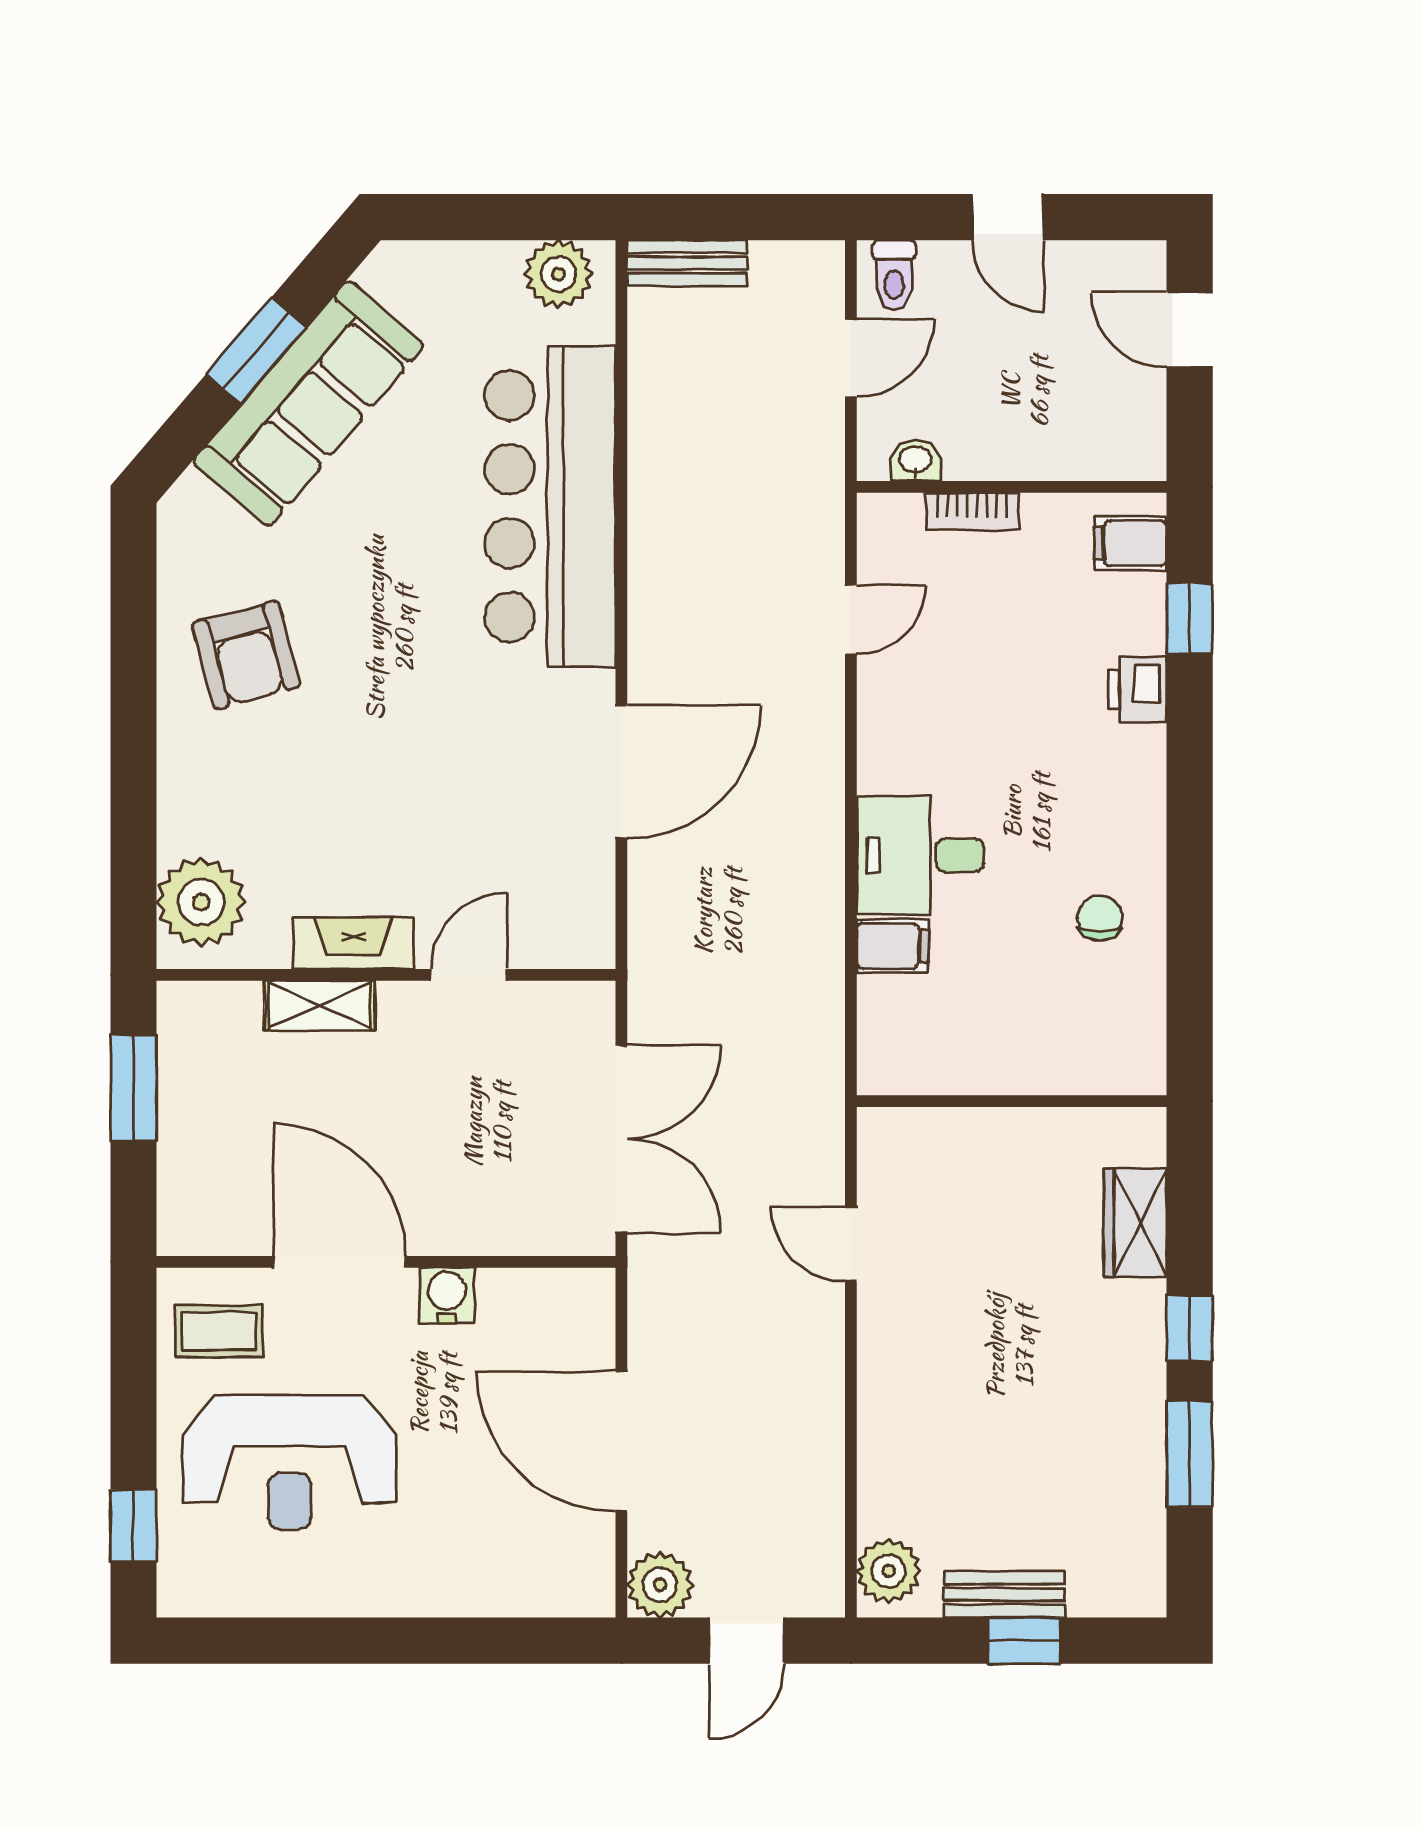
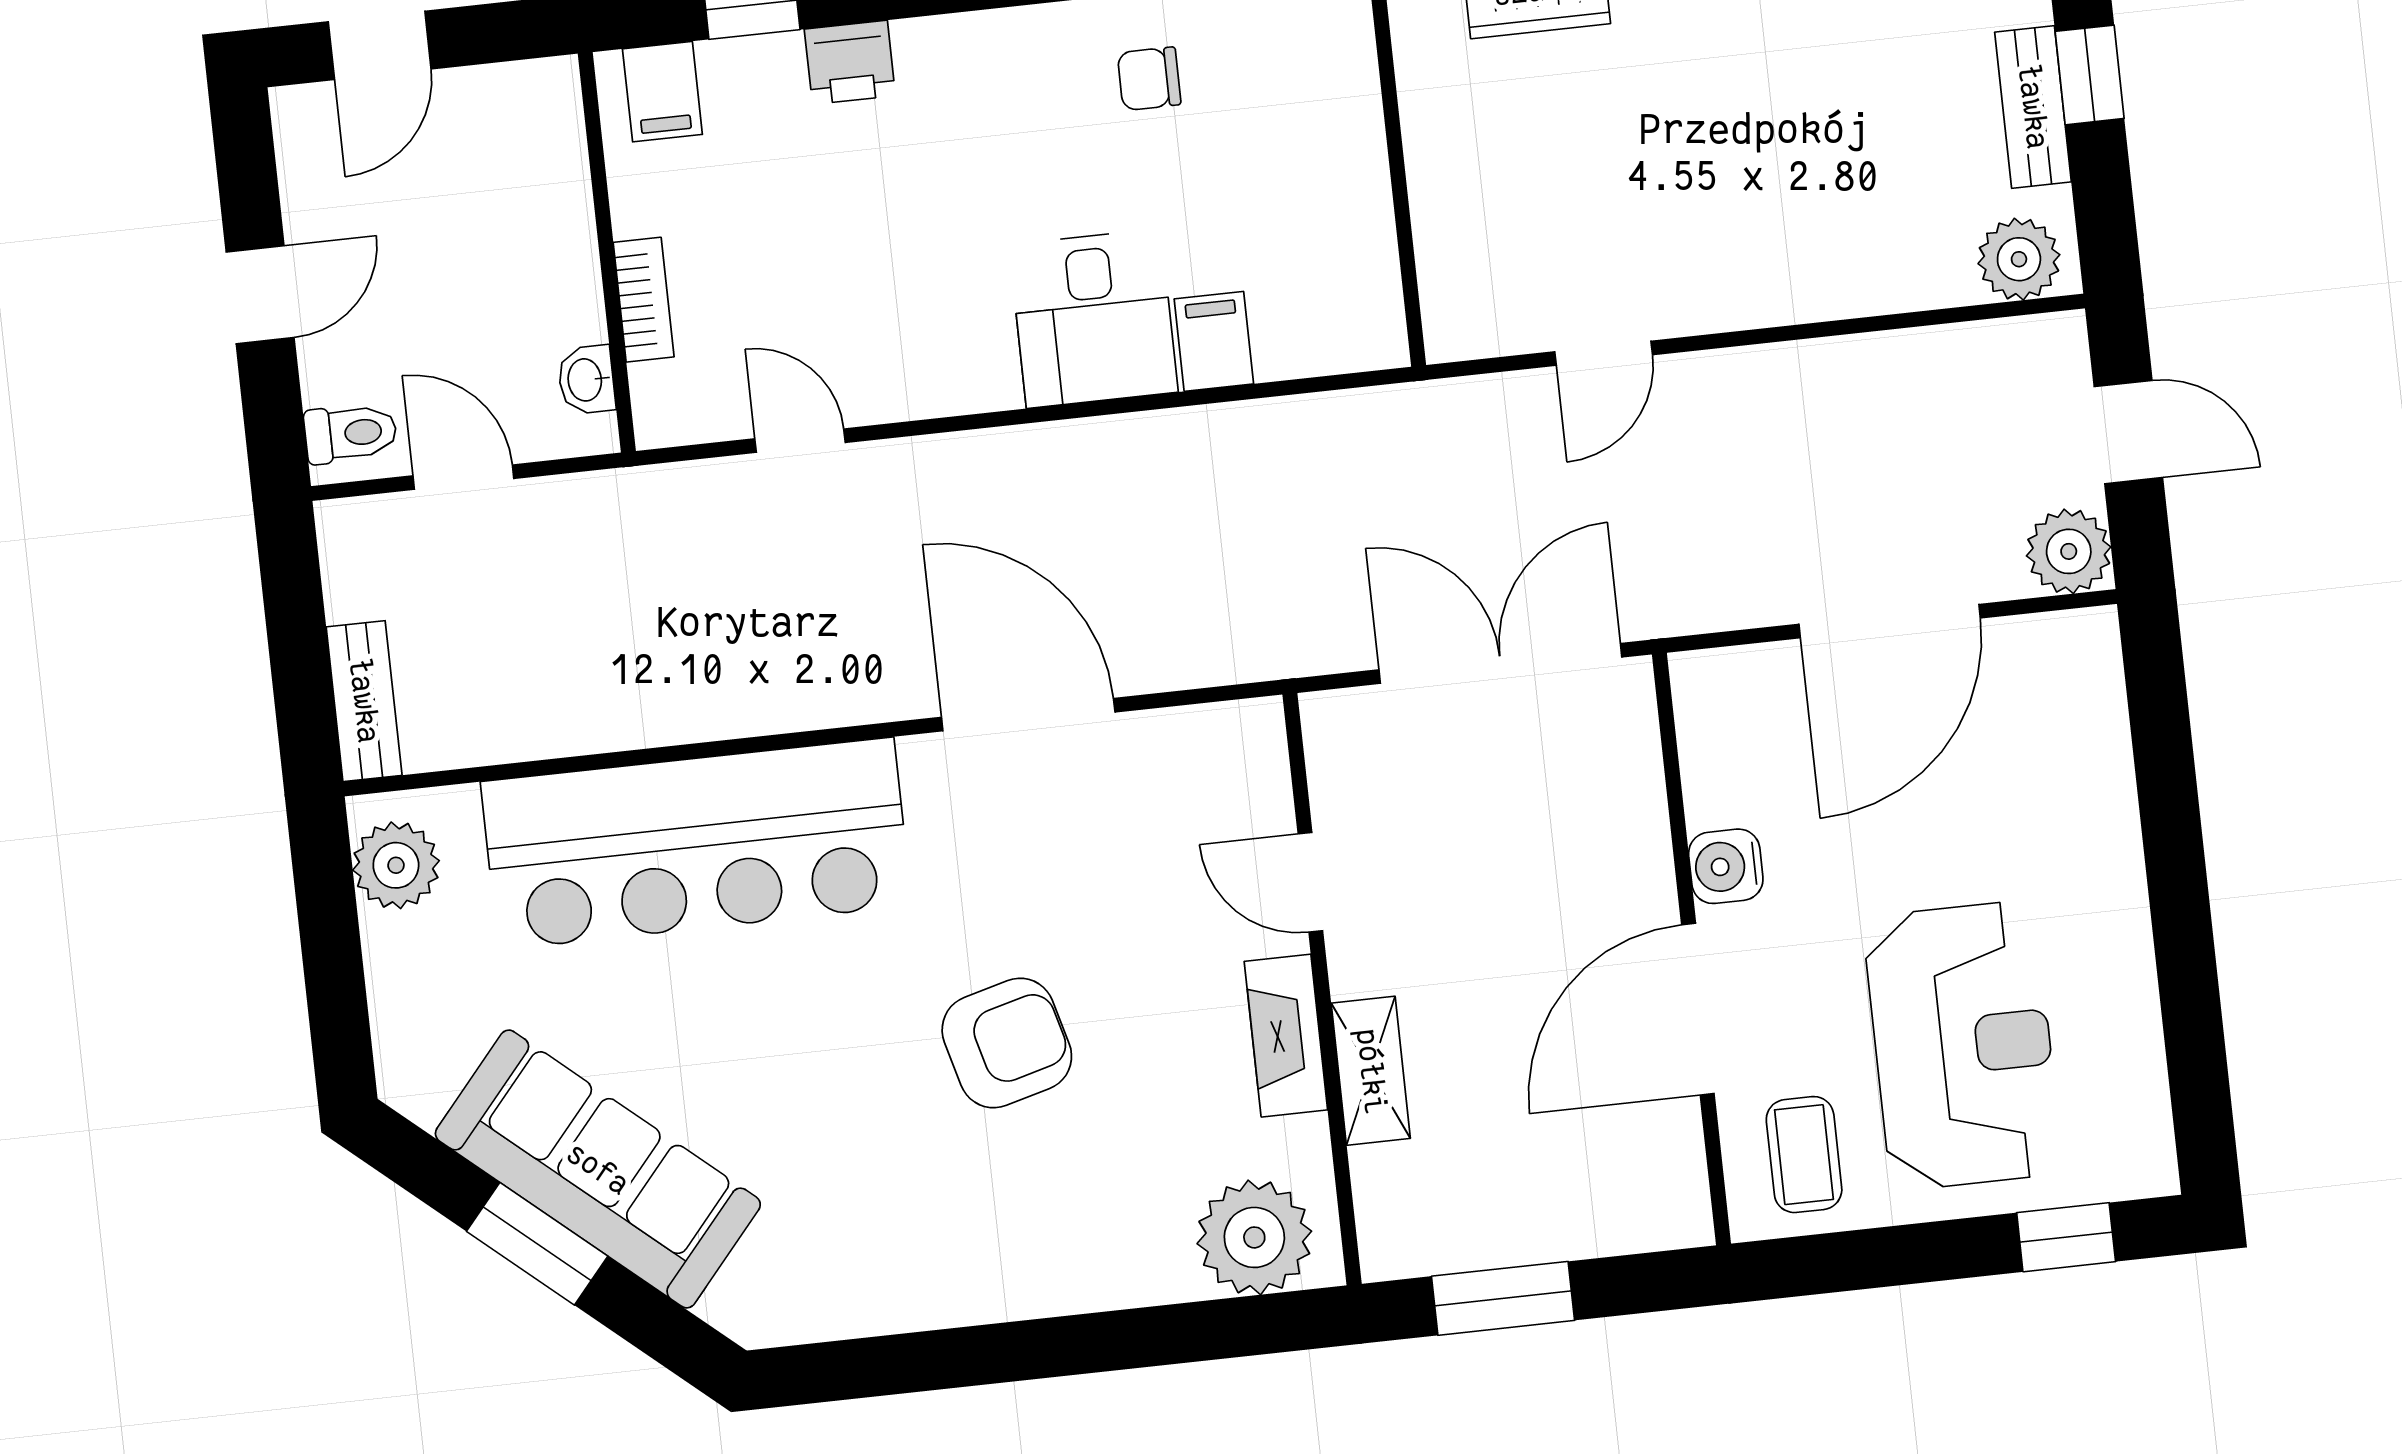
armchair: (246, 655) -> (1007, 1043), moved

